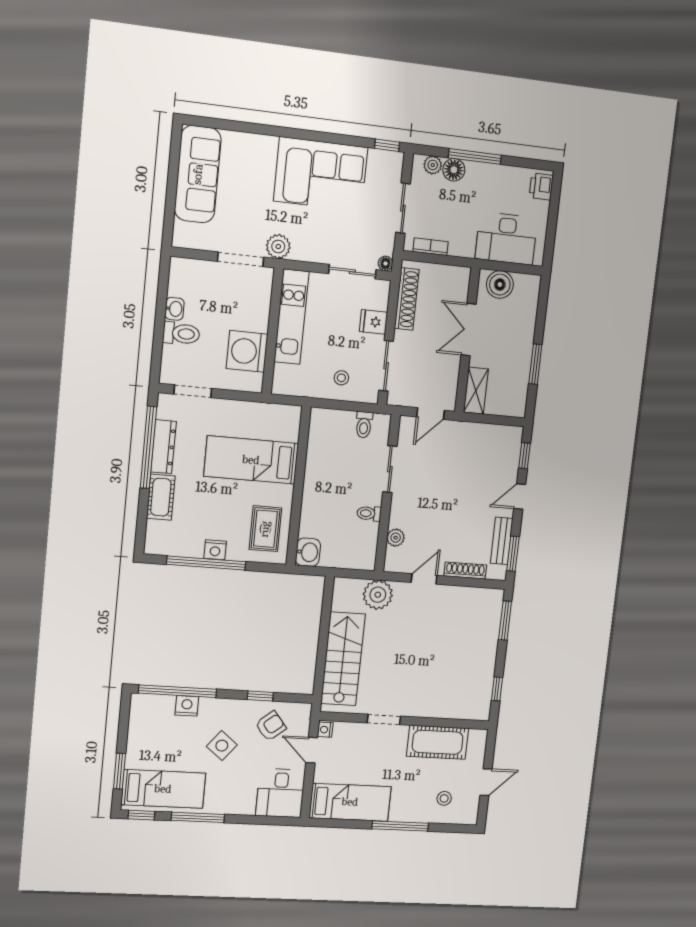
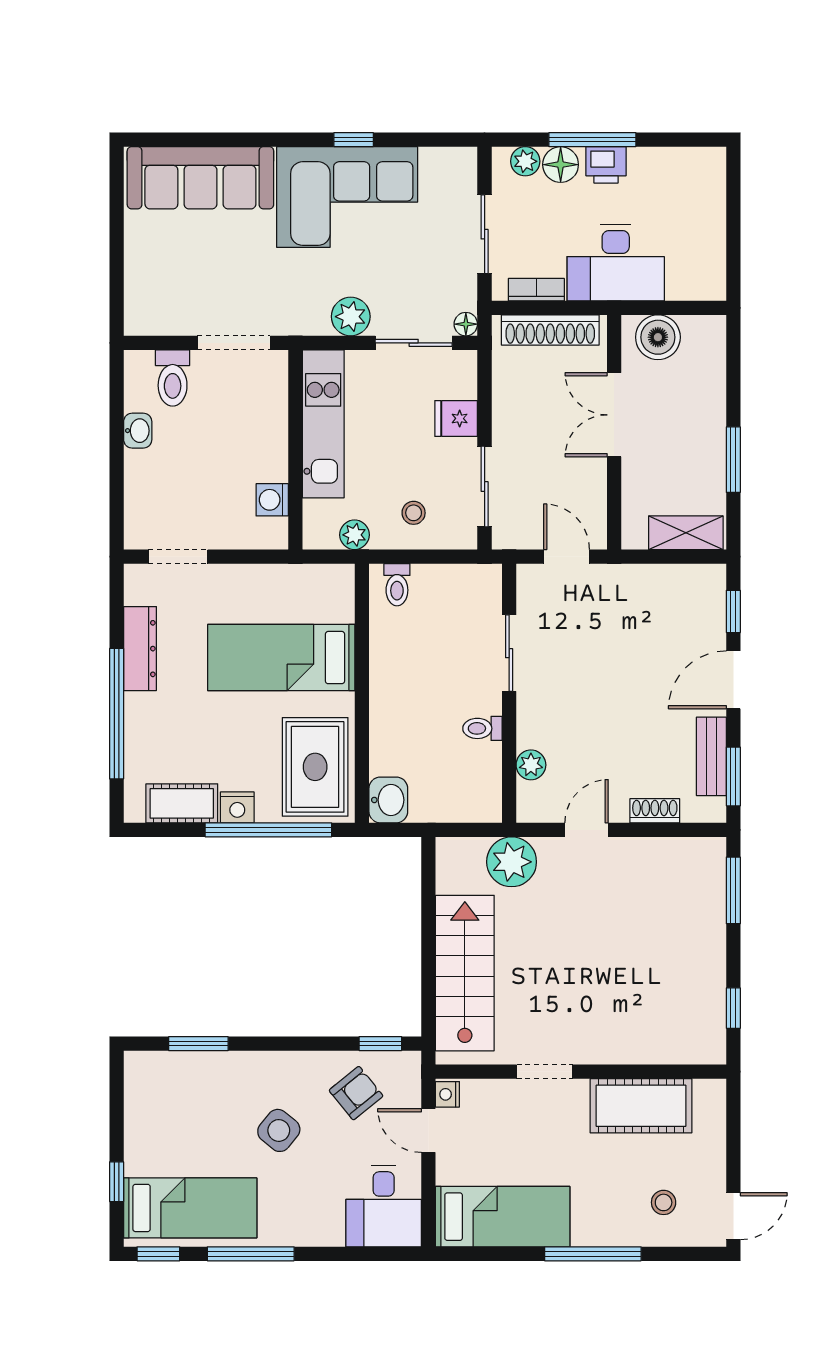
window: (387, 145) -> (354, 140), moved
sofa: (198, 174) -> (200, 178), moved, turned 90
printer: (541, 187) -> (606, 165), moved, turned -90
desk: (506, 238) -> (616, 263), moved
plant: (278, 247) -> (351, 317), moved
shoe rack: (407, 299) -> (550, 330), moved, turned 90
toilet: (181, 334) -> (173, 378), moved, turned 90
washing machine: (247, 351) -> (272, 500), width x0.53, depth x0.53
plant: (304, 388) -> (355, 535), added
shelving: (476, 391) -> (686, 533), moved, turned 90
door: (431, 414) -> (567, 557), swing flipped
toilet: (364, 425) -> (397, 585), moved
window: (148, 447) -> (117, 714), moved
door: (520, 496) -> (733, 680), width x1.38
cot: (161, 497) -> (182, 803), moved, turned 90
rug: (265, 529) -> (315, 767), width x1.36, depth x1.43
window: (206, 563) -> (268, 830), moved
shoe rack: (465, 571) -> (655, 811), width x0.70
window: (178, 691) -> (198, 1044), width x0.47
window: (260, 696) -> (380, 1044), moved
nightstand: (187, 706) -> (216, 1067), removed
window: (119, 771) -> (117, 1182), width x0.67
door: (486, 782) -> (733, 1216), moved

